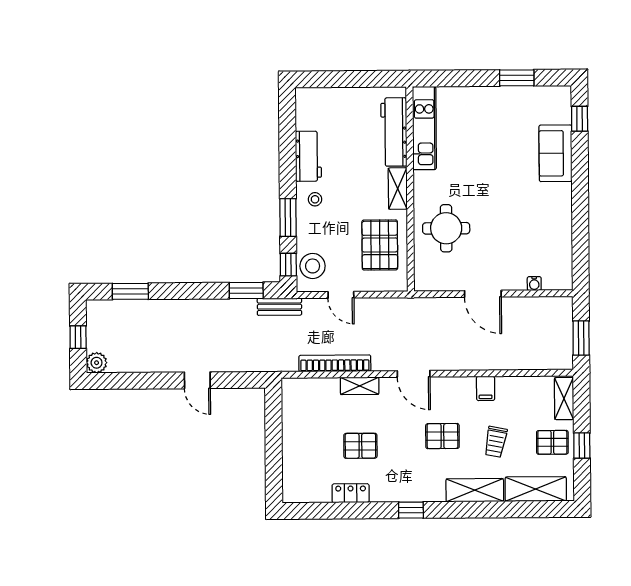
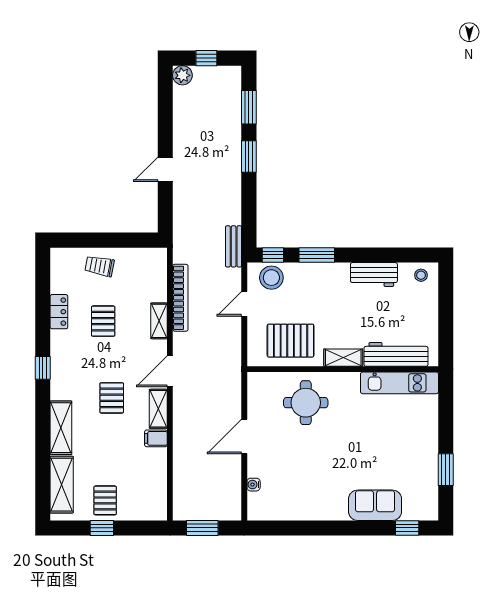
stool: (315, 199) -> (421, 275), moved
window: (246, 291) -> (249, 157), moved
shelving: (564, 399) -> (158, 409), moved, turned 90
trolley: (496, 442) -> (100, 266), moved

